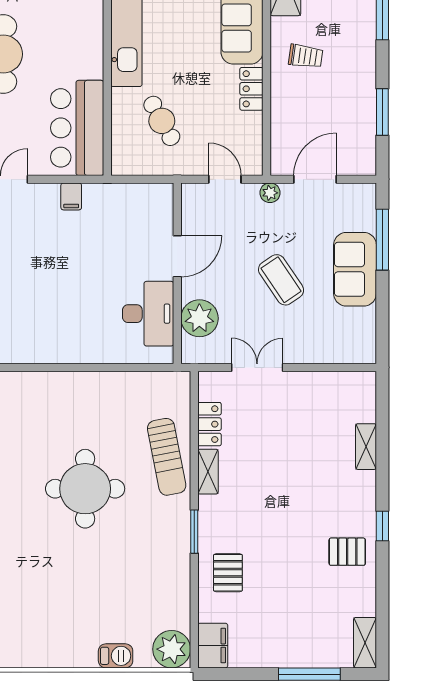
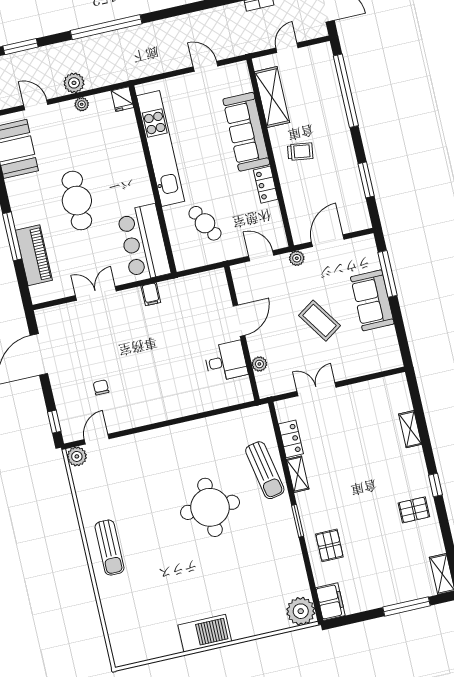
desk: (148, 314) -> (226, 361), width x0.73
plant: (199, 318) -> (259, 364), width x0.53, depth x0.53
barbecue: (116, 656) -> (205, 633), moved, width x1.88, depth x1.53

